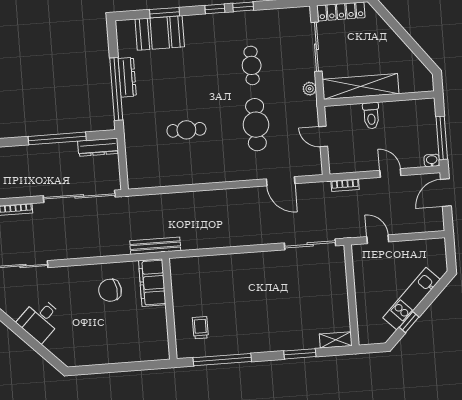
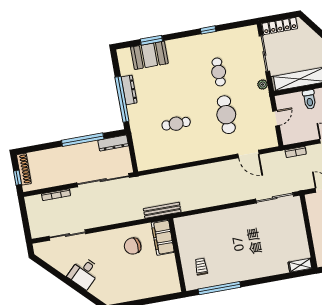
window: (215, 9) -> (188, 34), removed
door: (323, 137) -> (276, 118), swing flipped
window: (300, 354) -> (275, 278), removed

